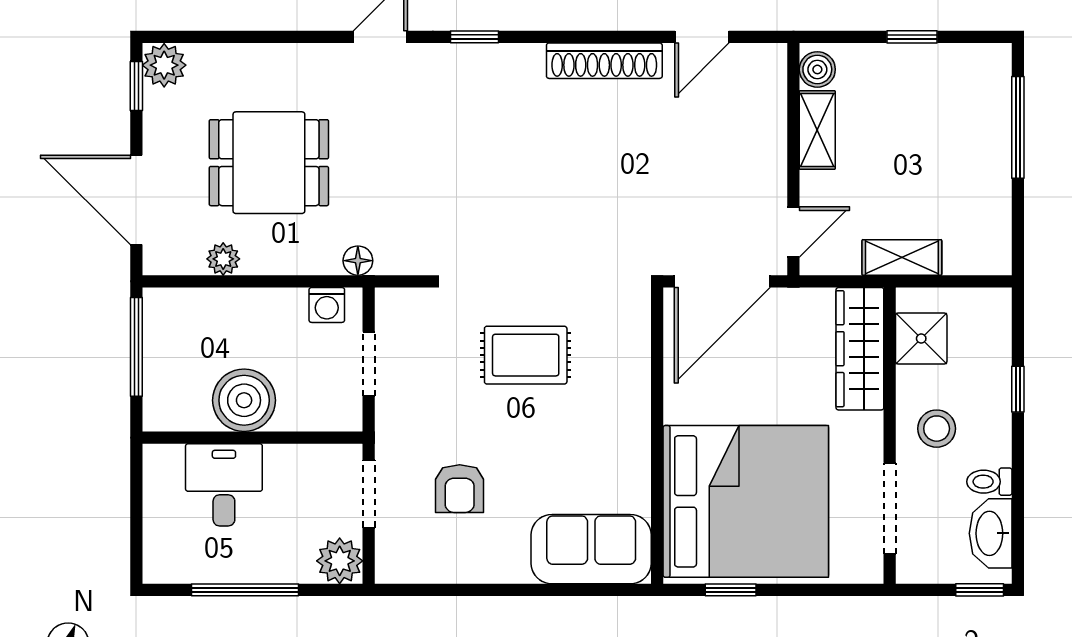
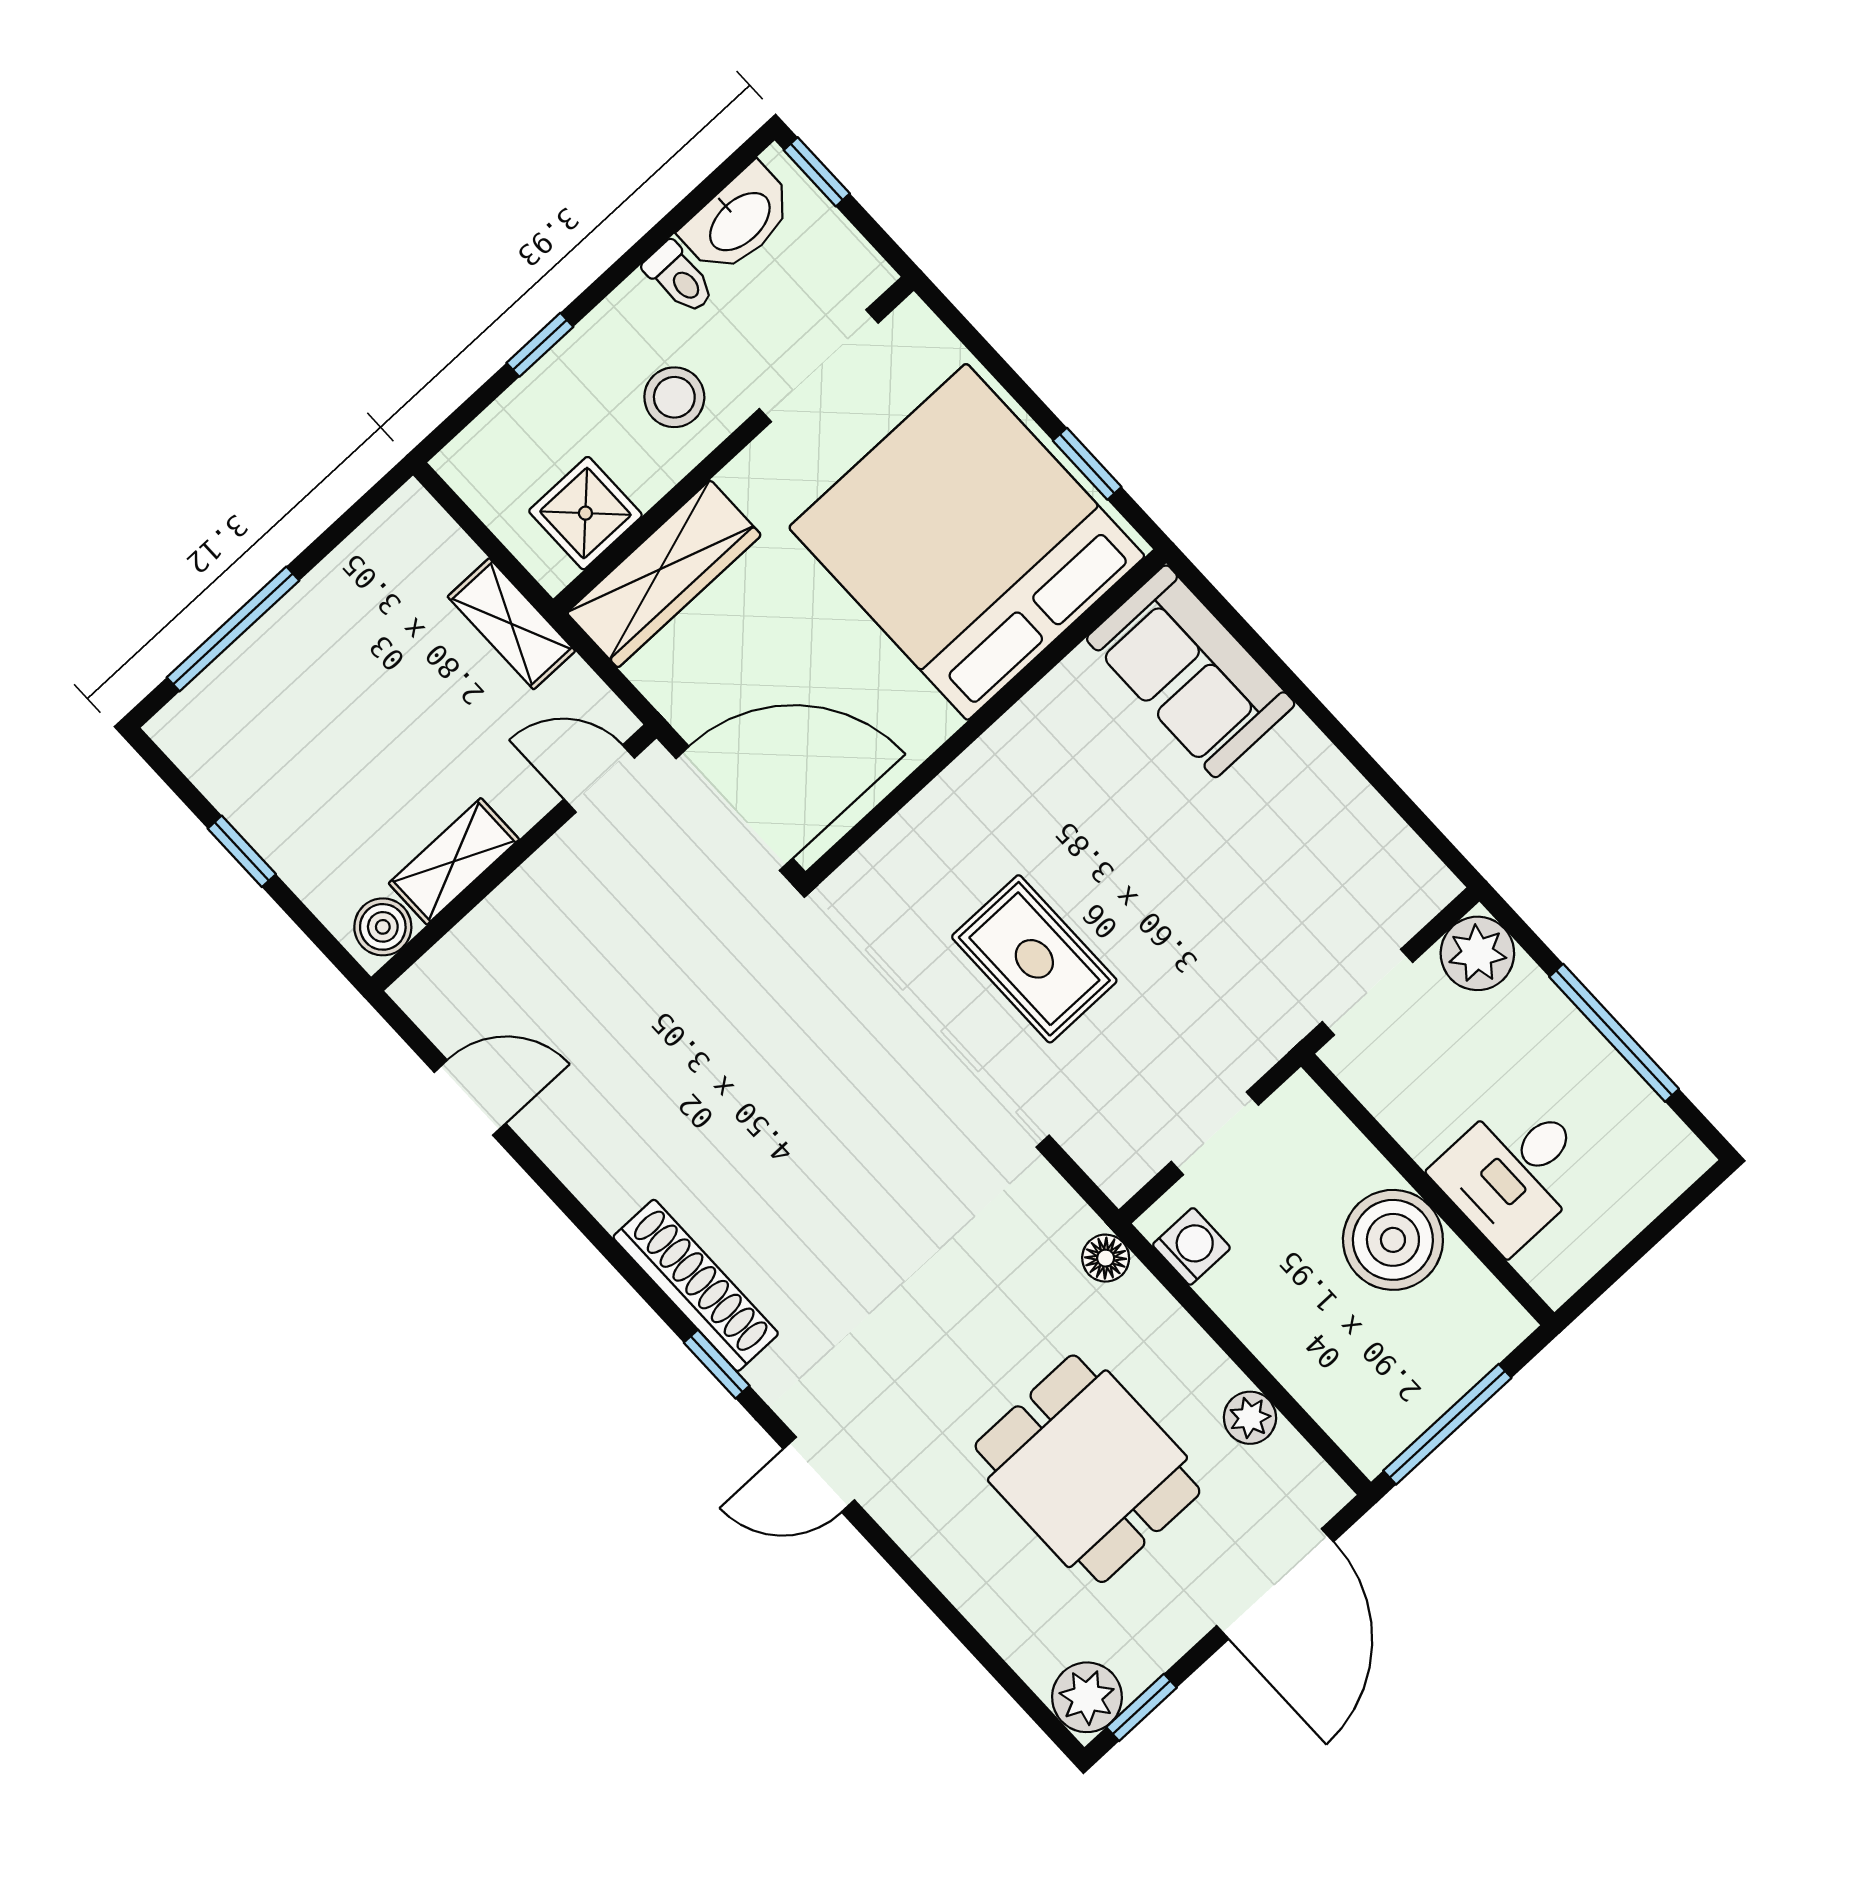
shoe rack: (604, 61) -> (696, 1285), moved
armchair: (460, 489) -> (1263, 891), removed

